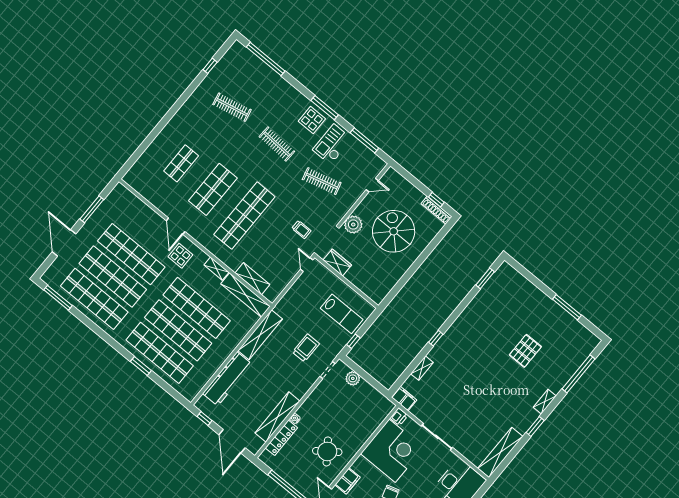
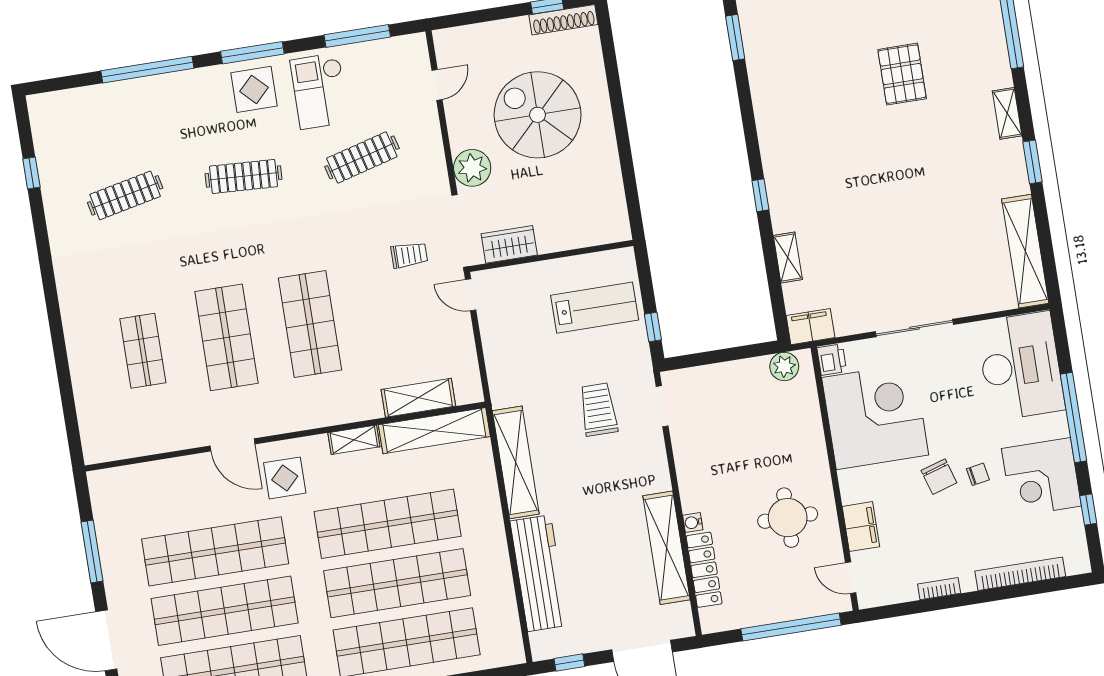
window: (266, 59) -> (147, 70), moved
shop shelf: (244, 216) -> (310, 324), width x0.71
plant: (353, 378) -> (784, 366), moved
round table: (327, 451) -> (788, 518), turned 36

